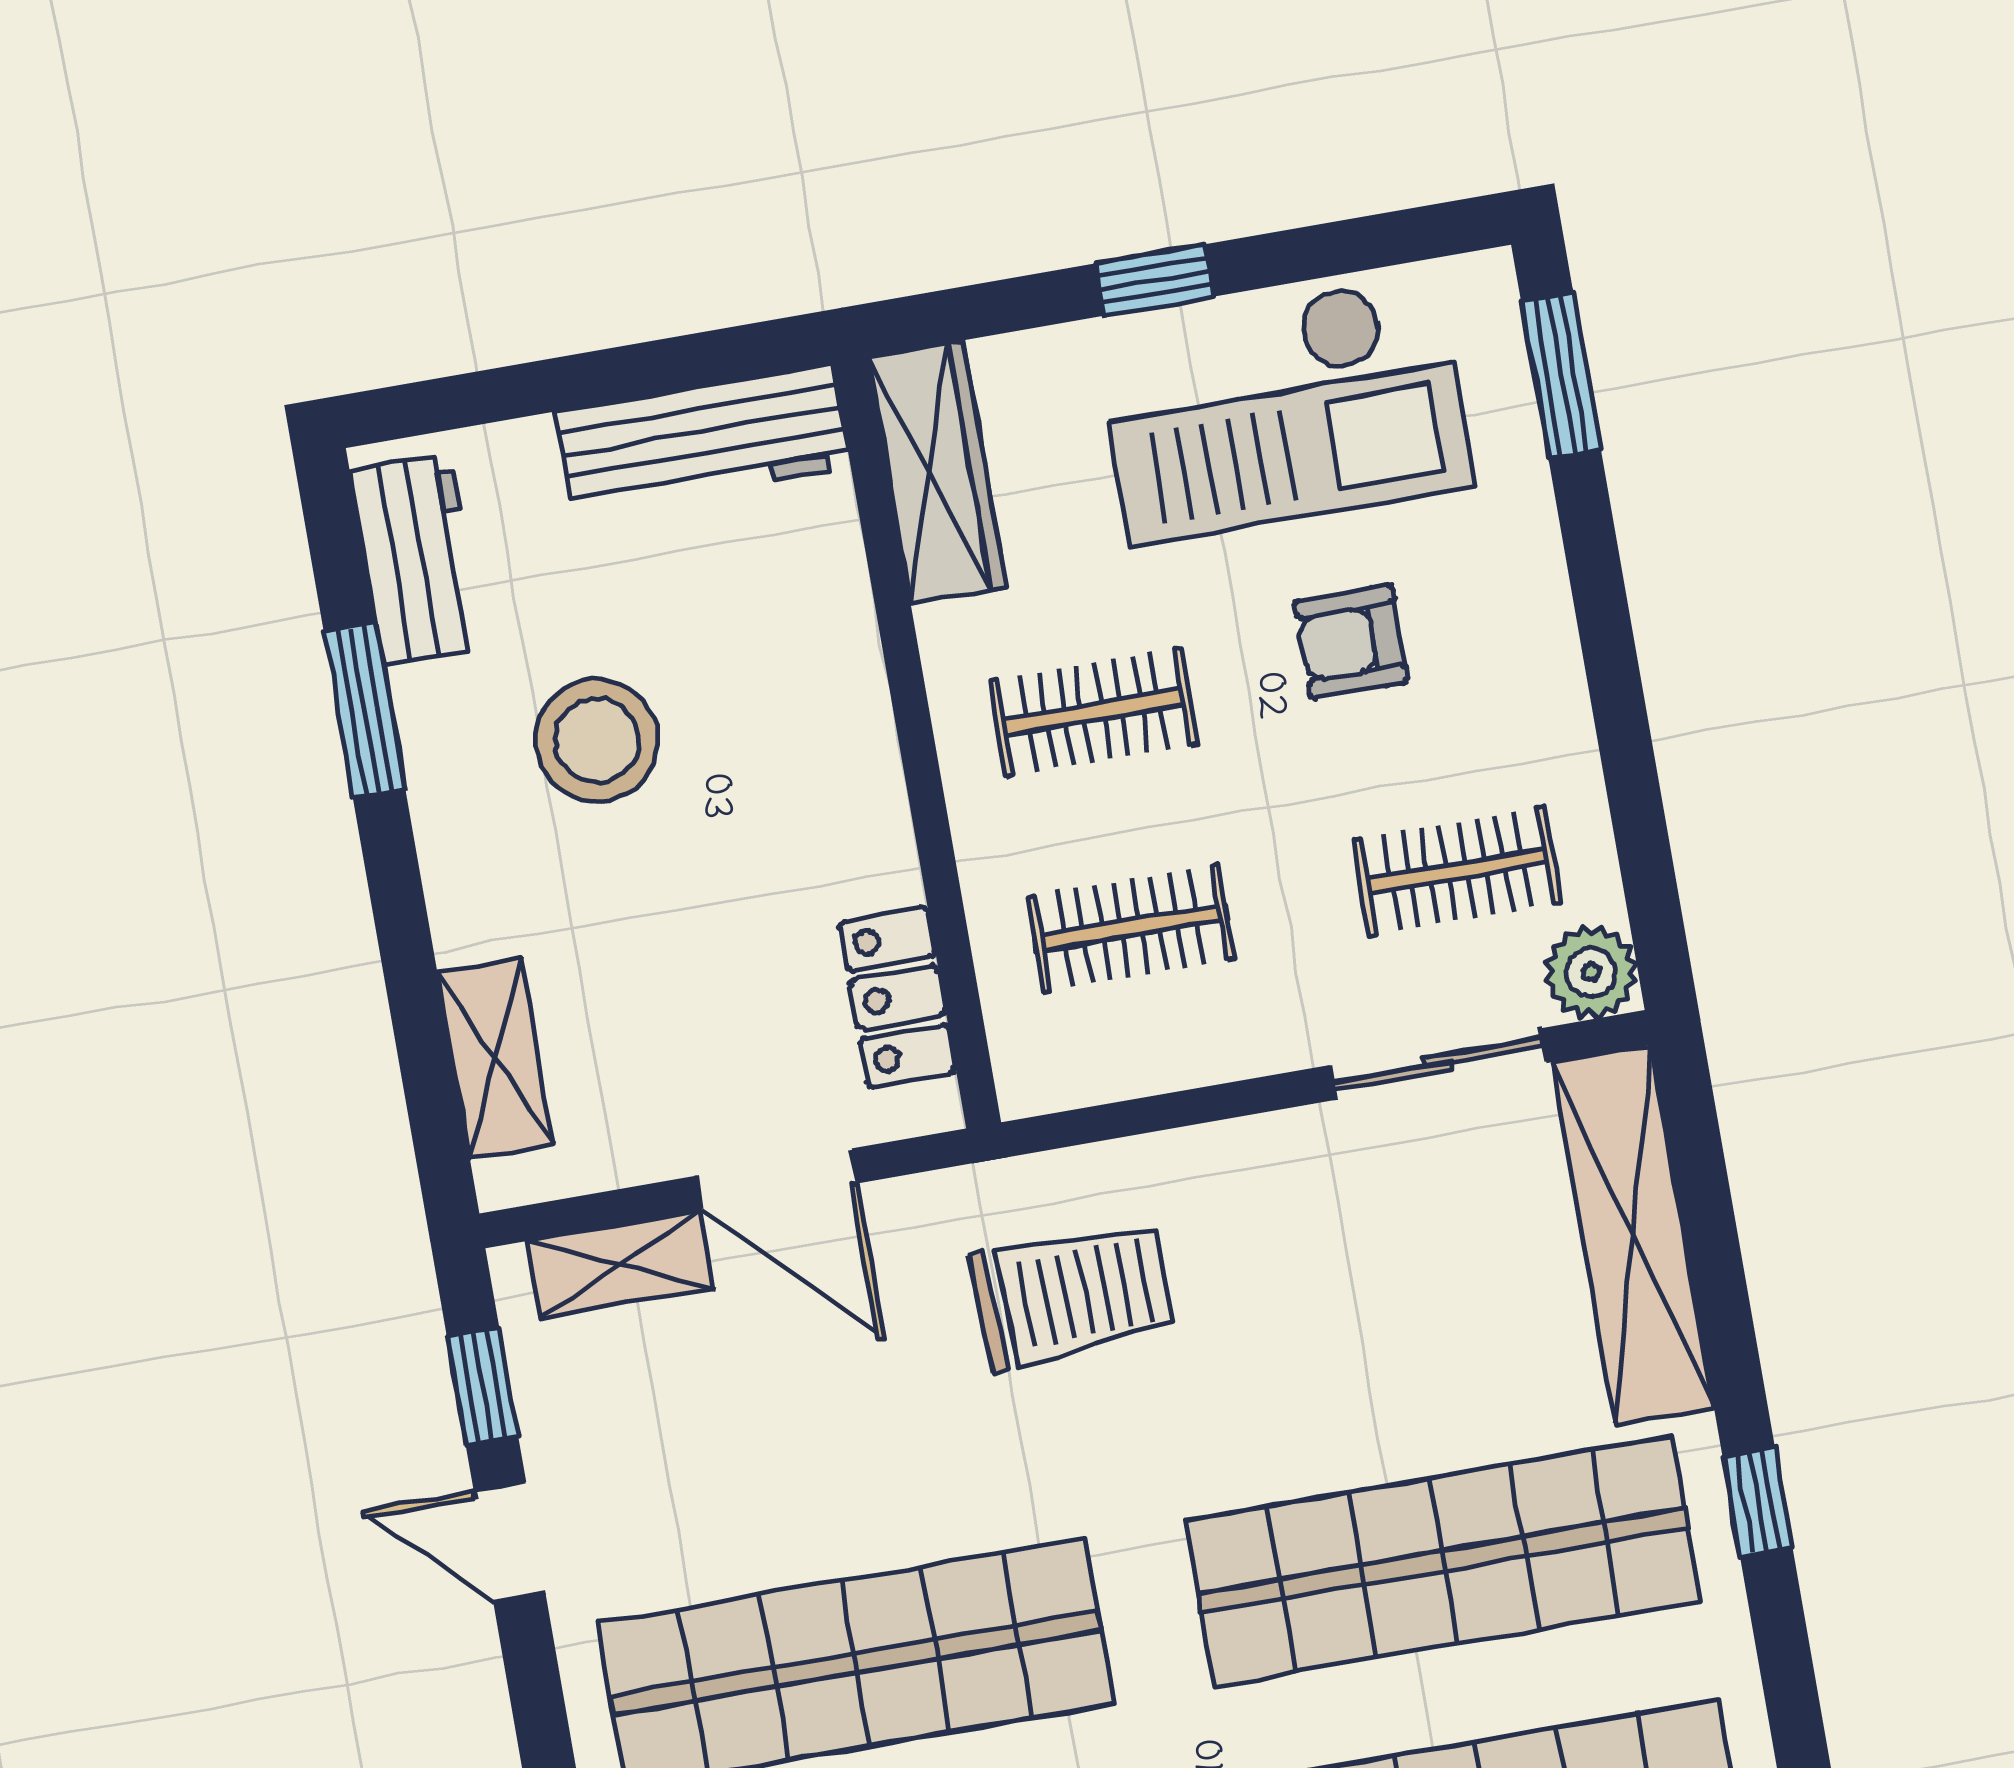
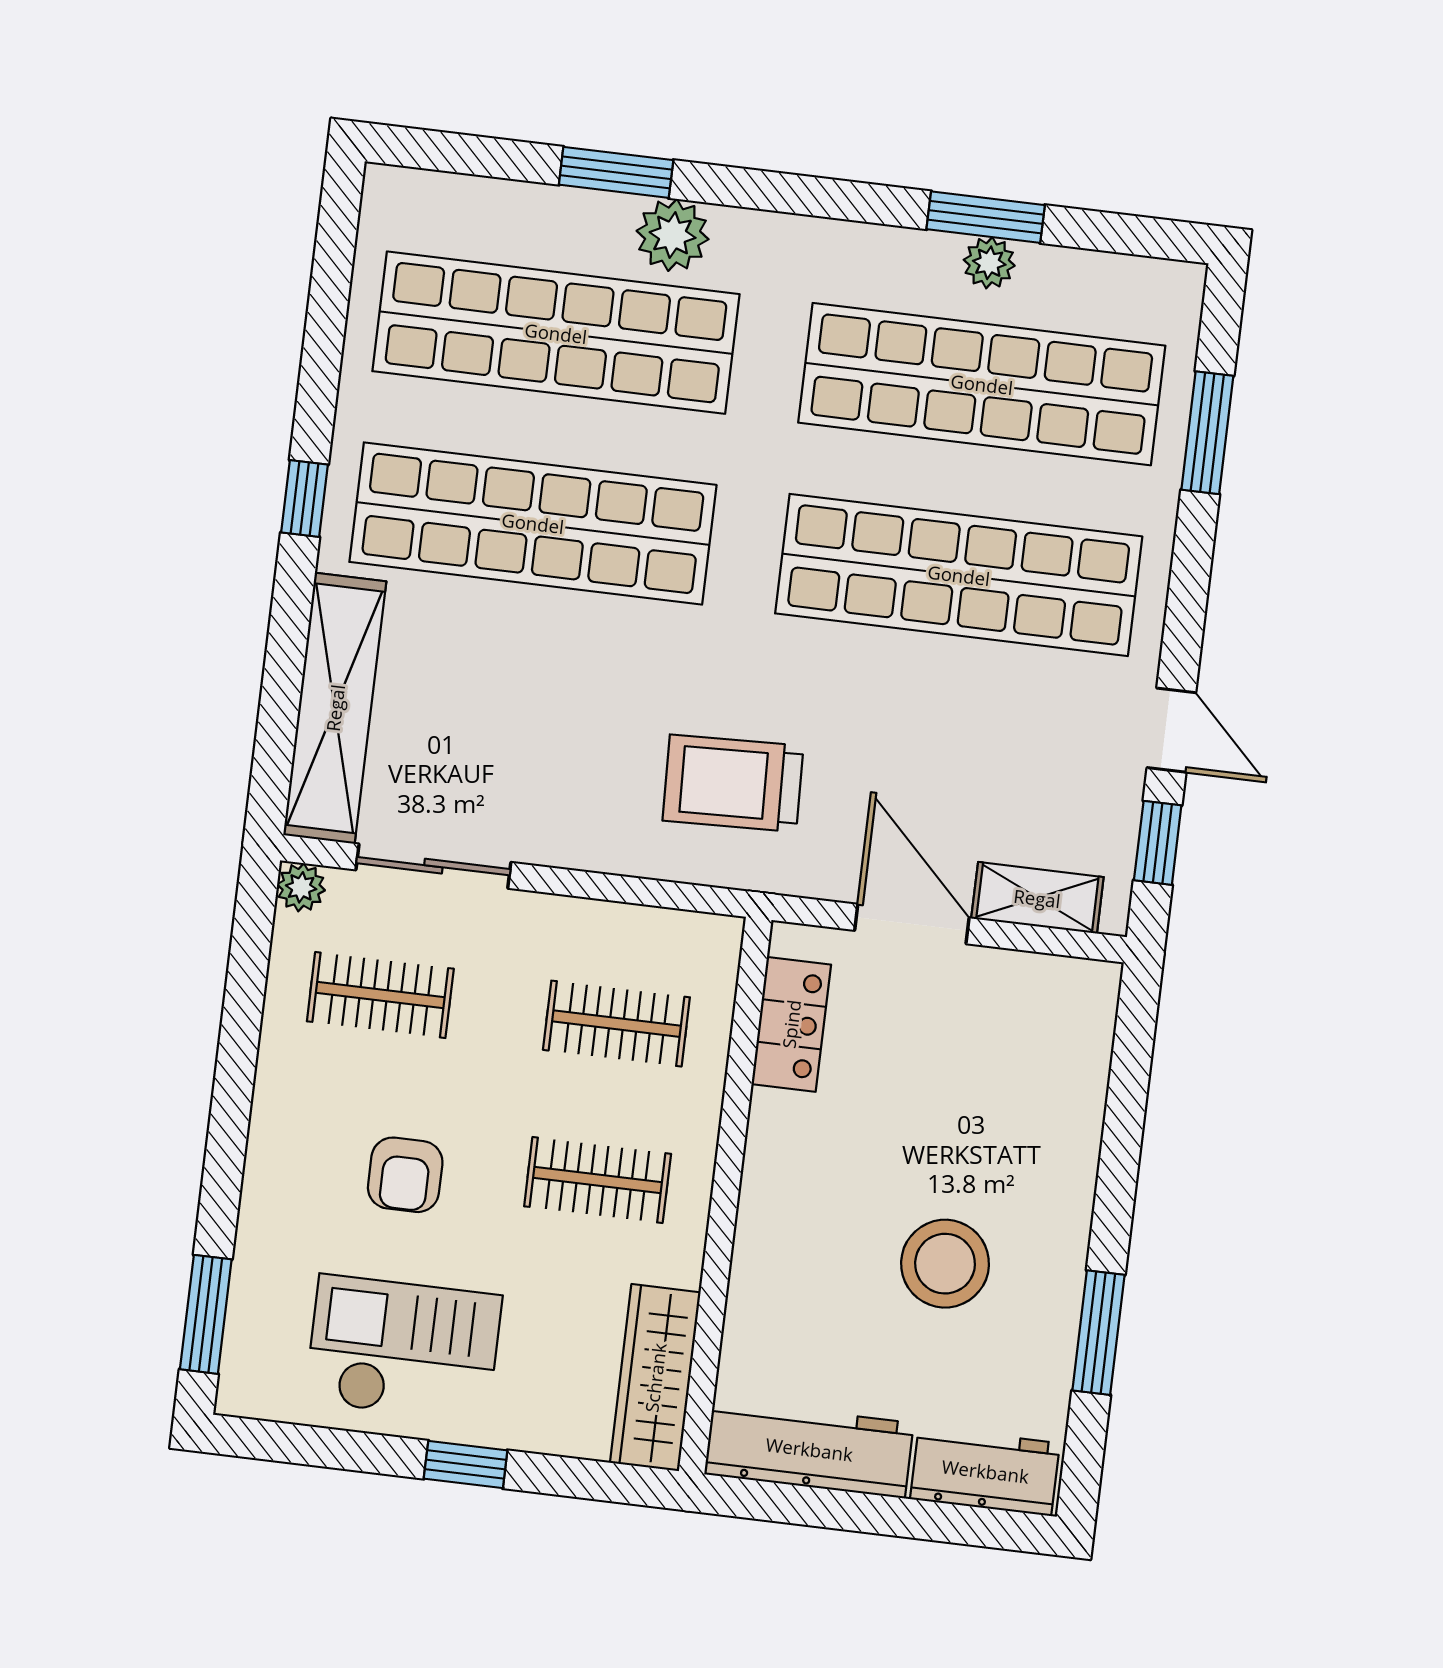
checkout: (1284, 409) -> (403, 1349), width x0.73, depth x0.83
workbench: (417, 560) -> (985, 1471), moved, turned 90
armchair: (1351, 642) -> (405, 1175), turned 90
plant: (1591, 972) -> (301, 887), width x0.73, depth x0.73
shelving: (495, 1058) -> (1081, 1066), removed

